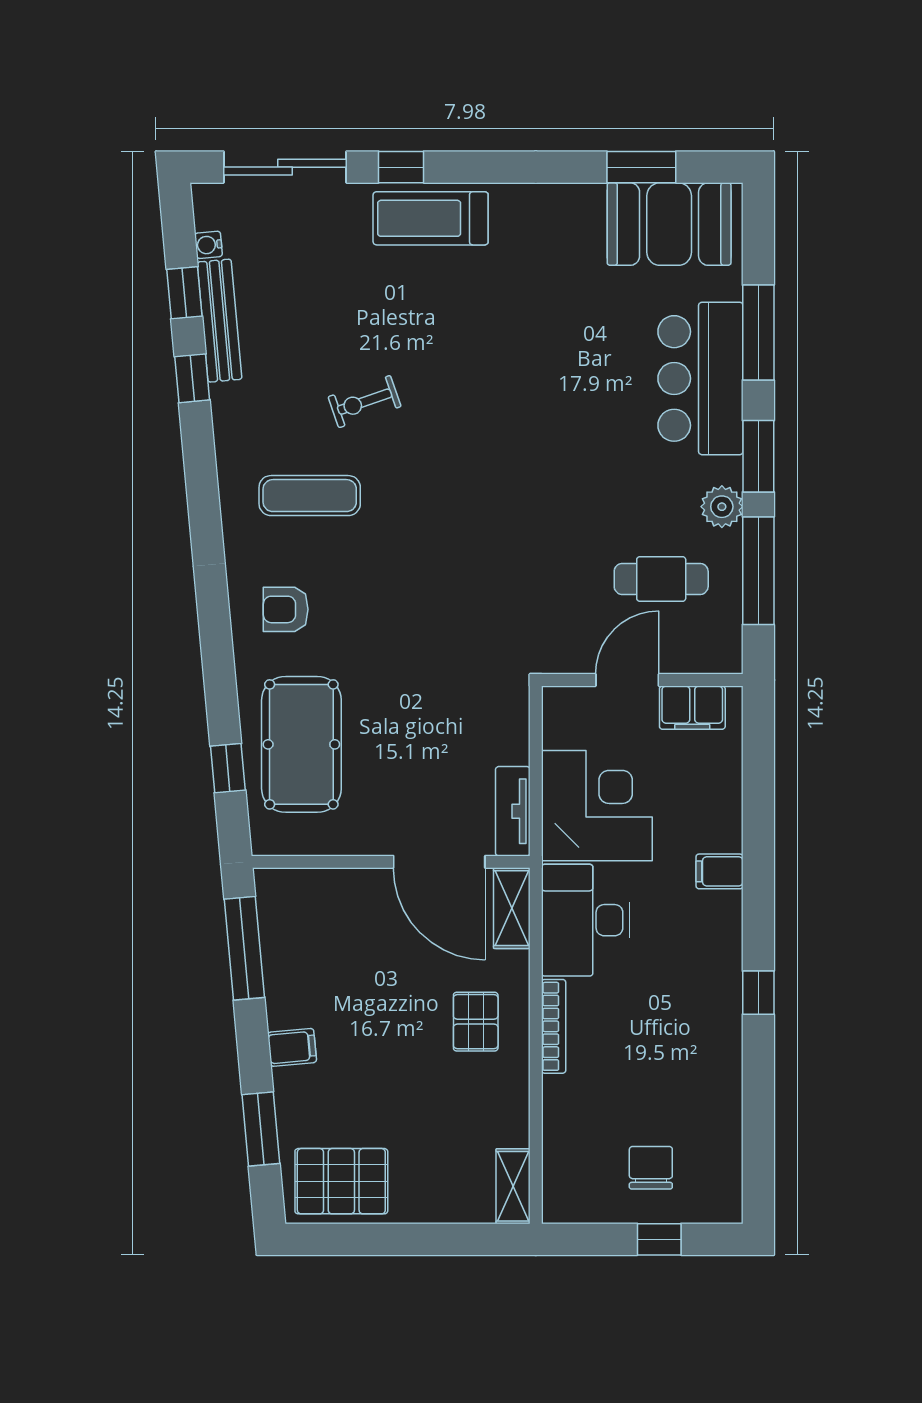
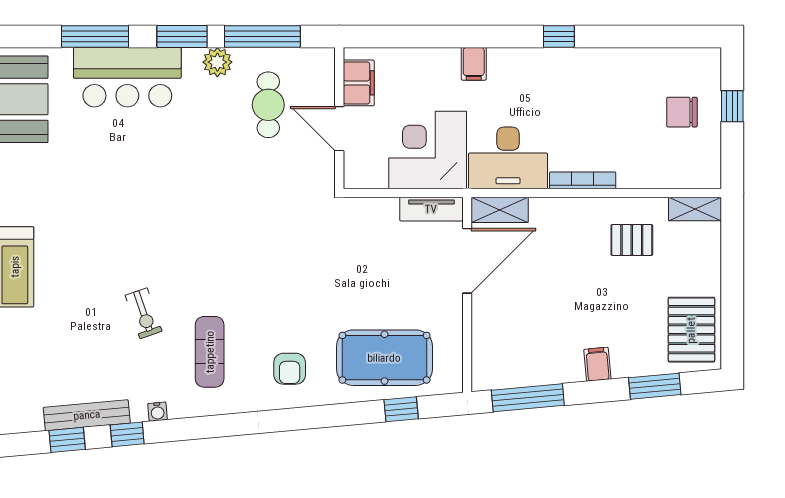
water cooler: (209, 245) -> (157, 412), moved
pallet: (476, 1022) -> (632, 240), moved

